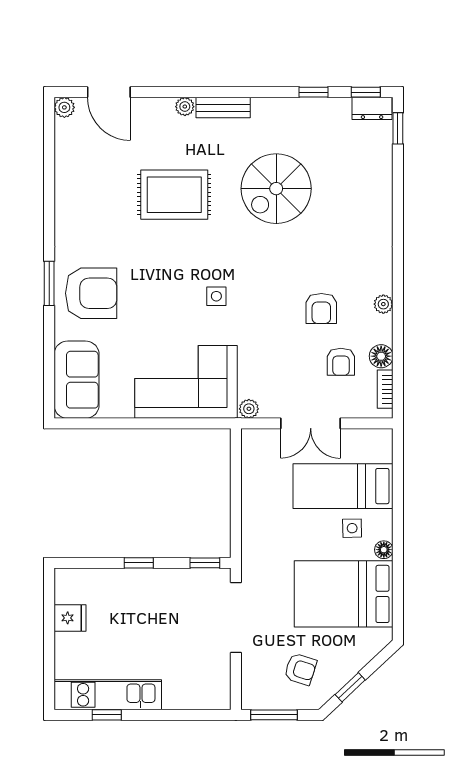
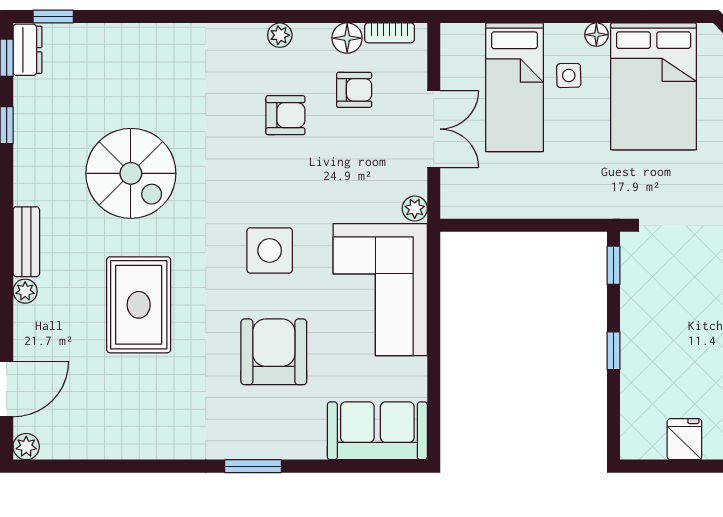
armchair: (91, 293) -> (274, 352), moved
side table: (216, 296) -> (270, 250), width x1.87, depth x1.87

